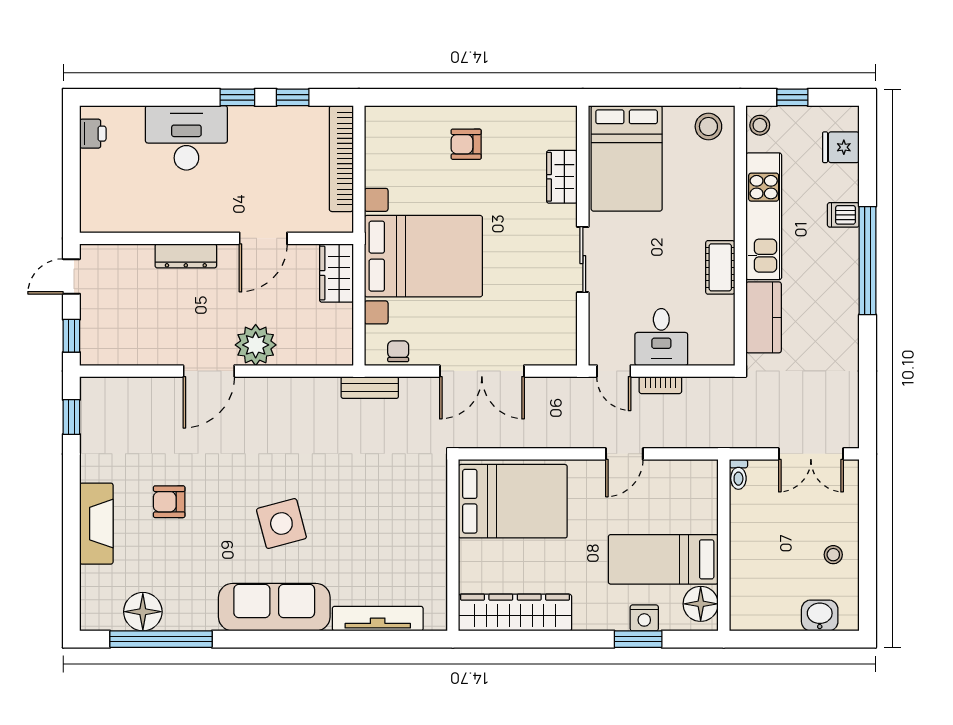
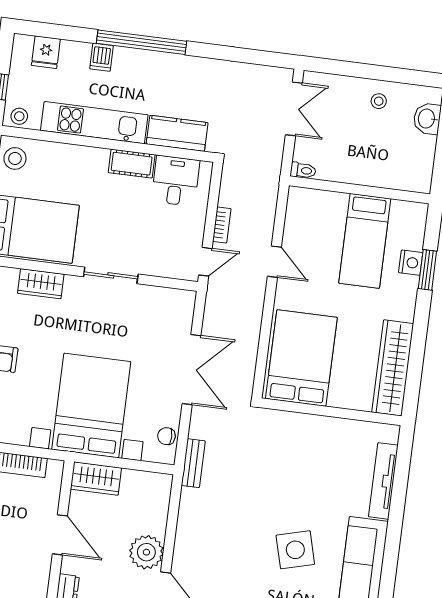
desk: (661, 337) -> (175, 181), moved, turned -90
floor lamp: (701, 604) -> (405, 215), removed

